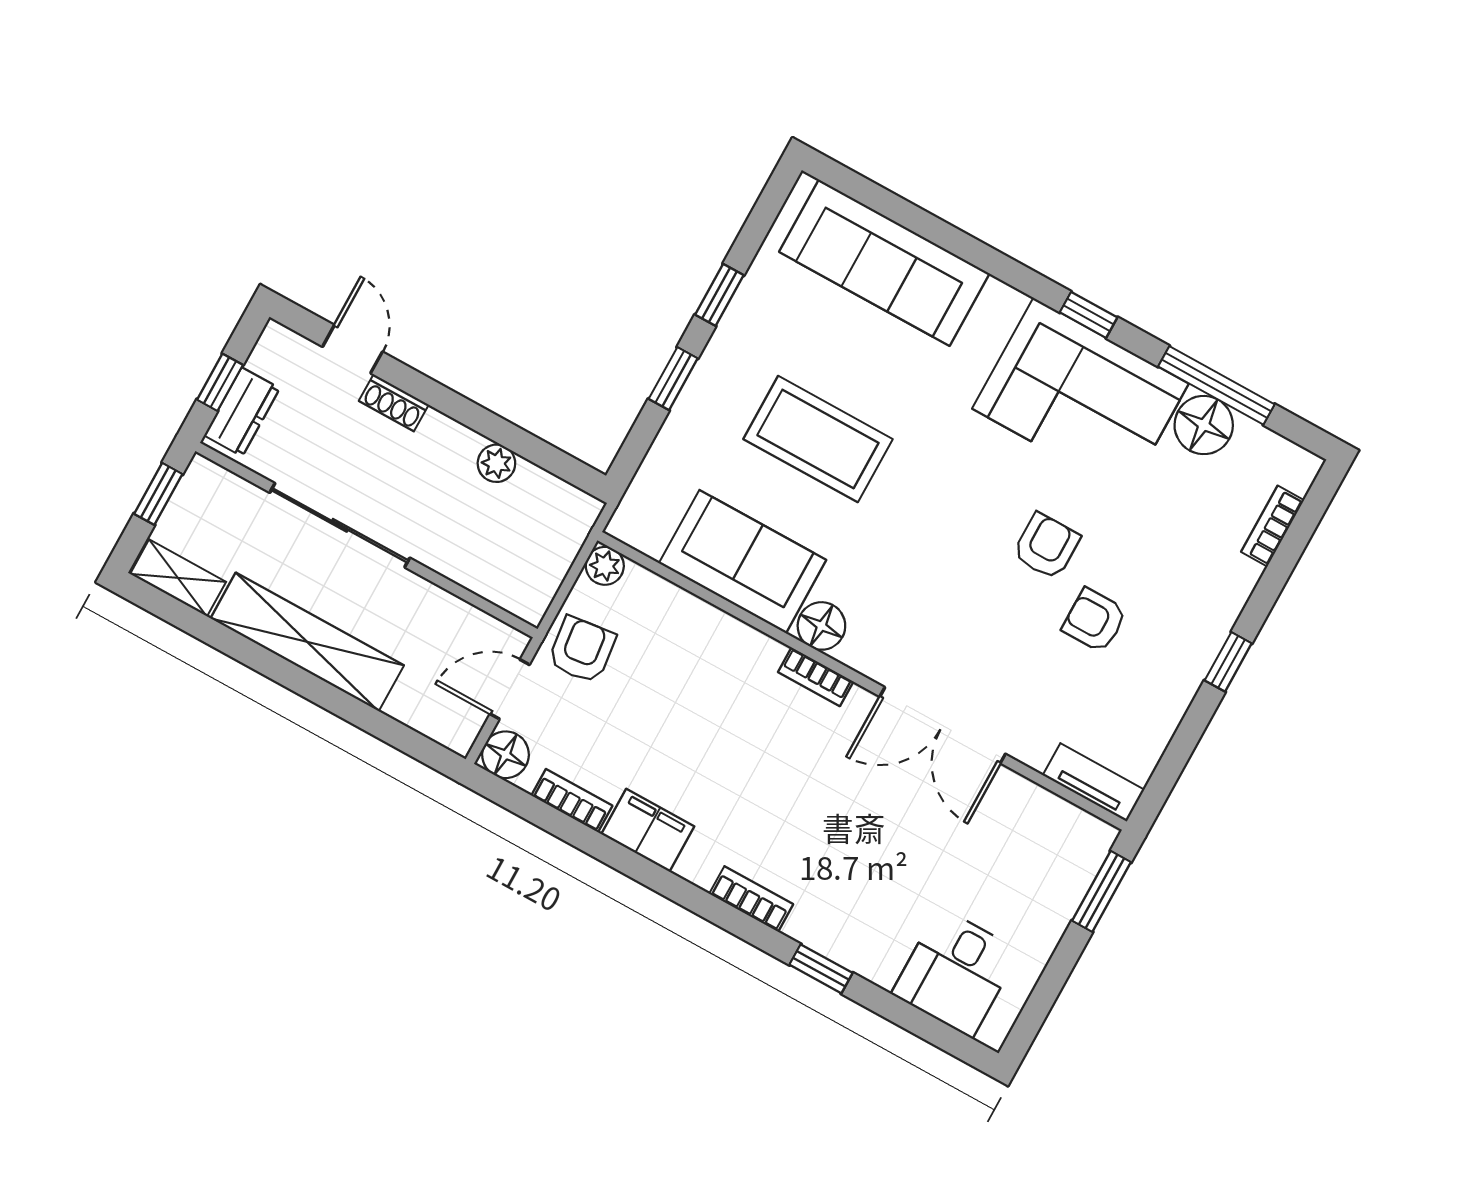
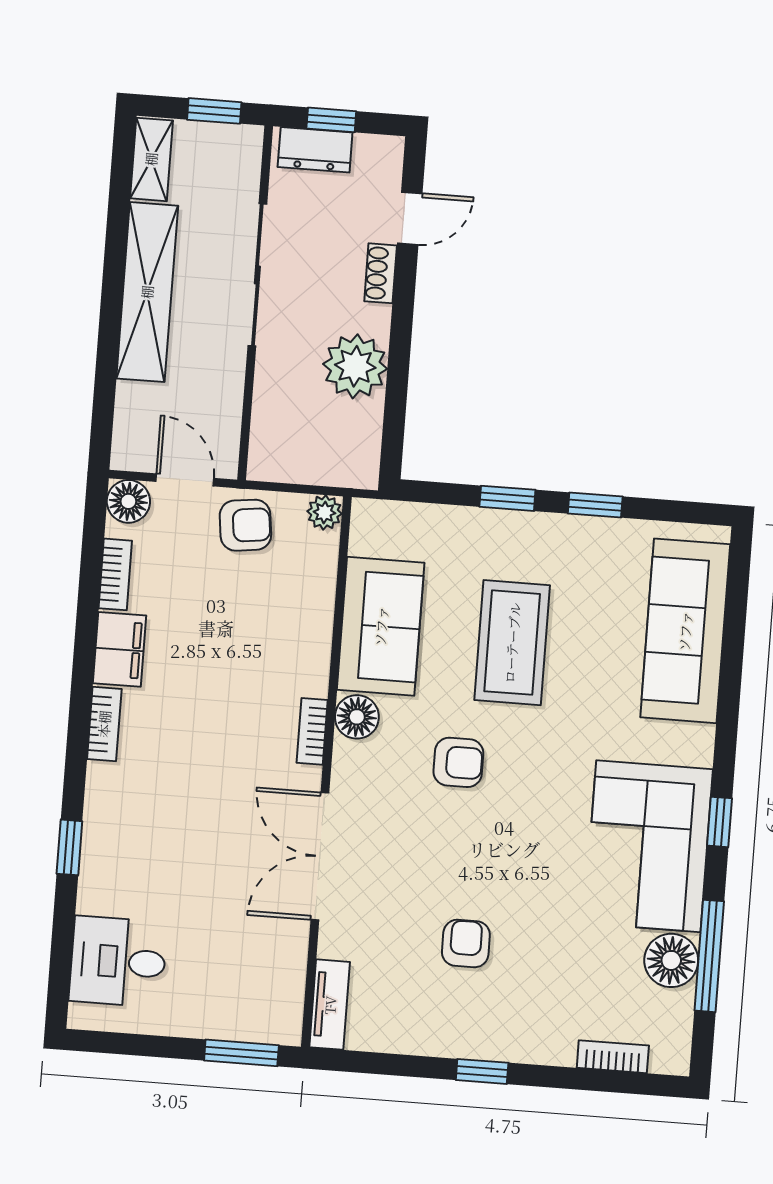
plant: (496, 463) -> (355, 366), width x1.88, depth x1.88
armchair: (1046, 546) -> (458, 762), moved
bookcase: (751, 899) -> (104, 724), moved

